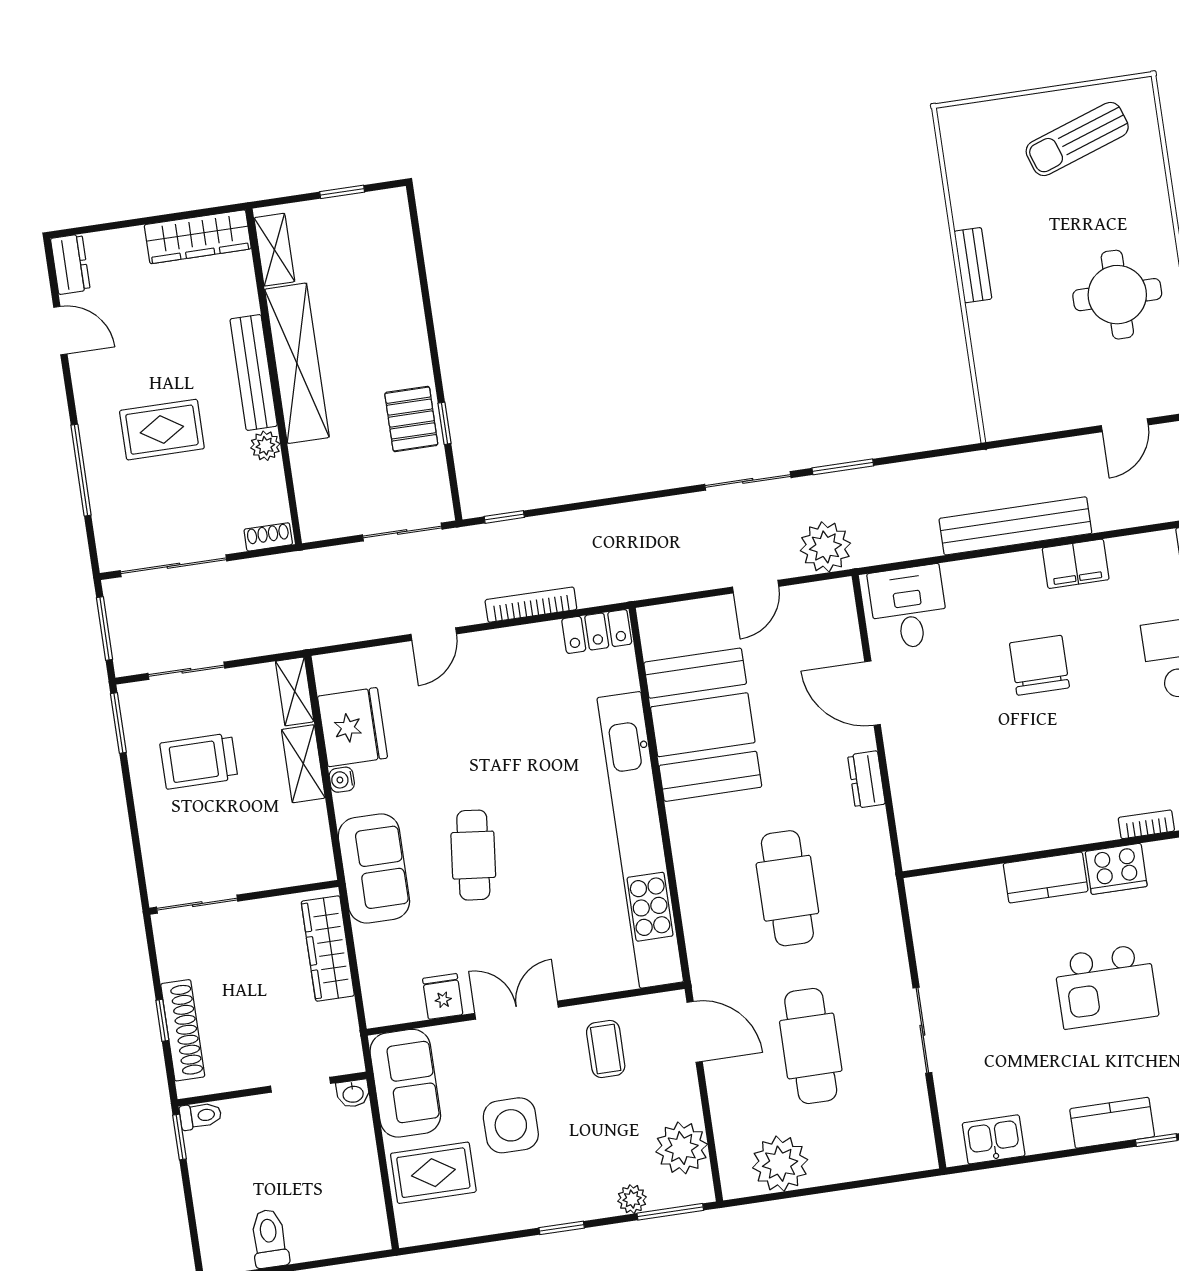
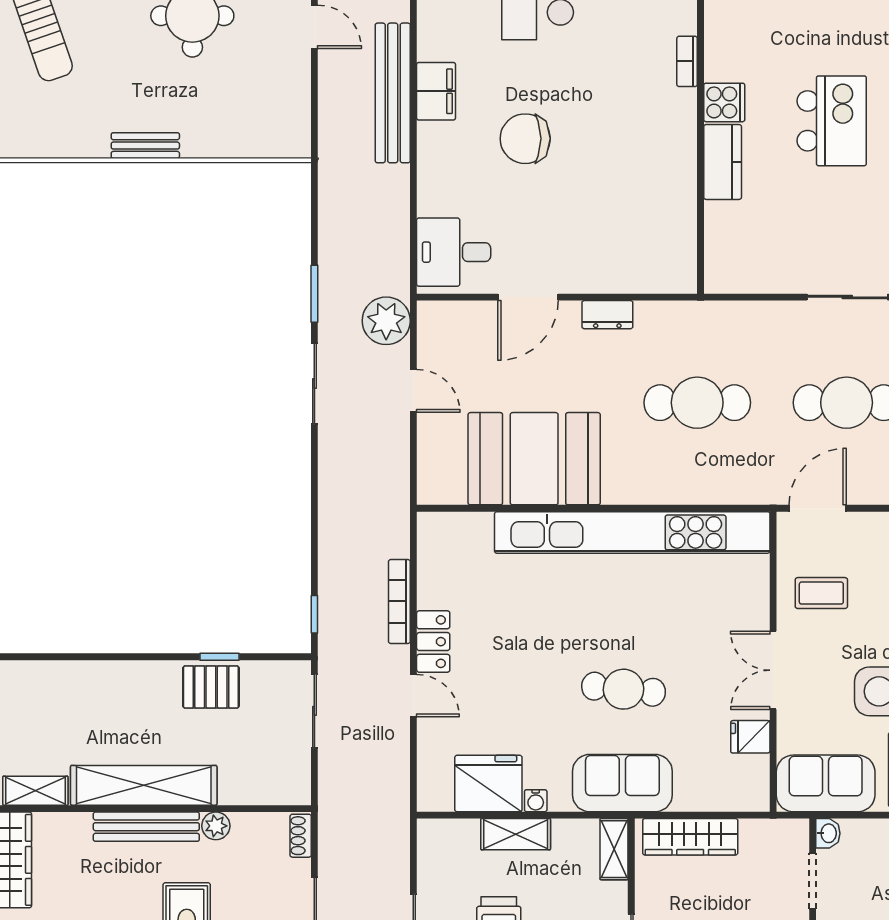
bench: (1015, 526) -> (393, 93), moved
locker: (597, 631) -> (433, 642), moved
shelving: (295, 691) -> (614, 849), moved, turned 90
cooker: (1116, 869) -> (724, 102), width x0.73

